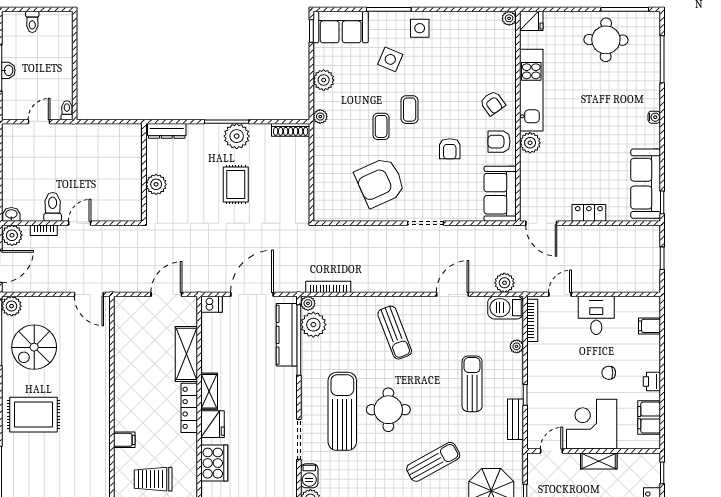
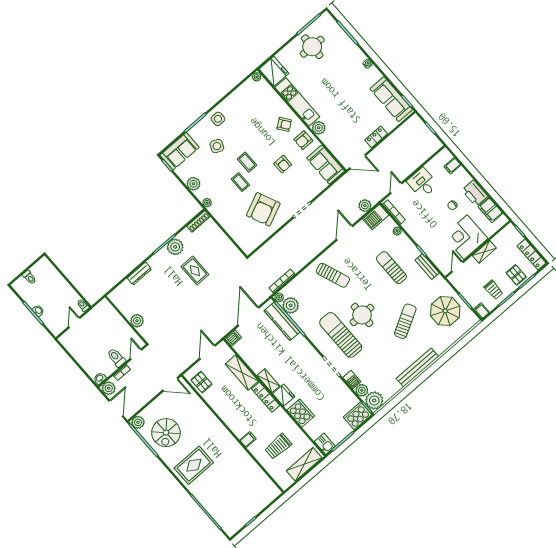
fridge: (531, 21) -> (274, 71), width x1.88, depth x1.34
wall: (144, 172) -> (126, 320), moved
plant: (156, 184) -> (137, 321), moved
pallet: (128, 324) -> (201, 382), added
printer: (652, 382) -> (475, 193), width x1.87, depth x1.48

